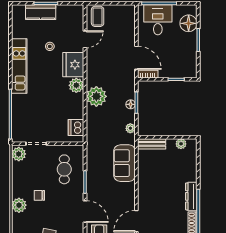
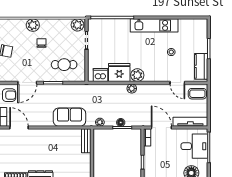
kitchen counter: (41, 12) -> (201, 66), moved
tv unit: (130, 24) -> (190, 122), added
door: (136, 58) -> (161, 128), swing flipped
fridge: (73, 65) -> (119, 72), moved
plant: (96, 96) -> (132, 89), width x0.53, depth x0.53
plant: (181, 144) -> (86, 166), removed

